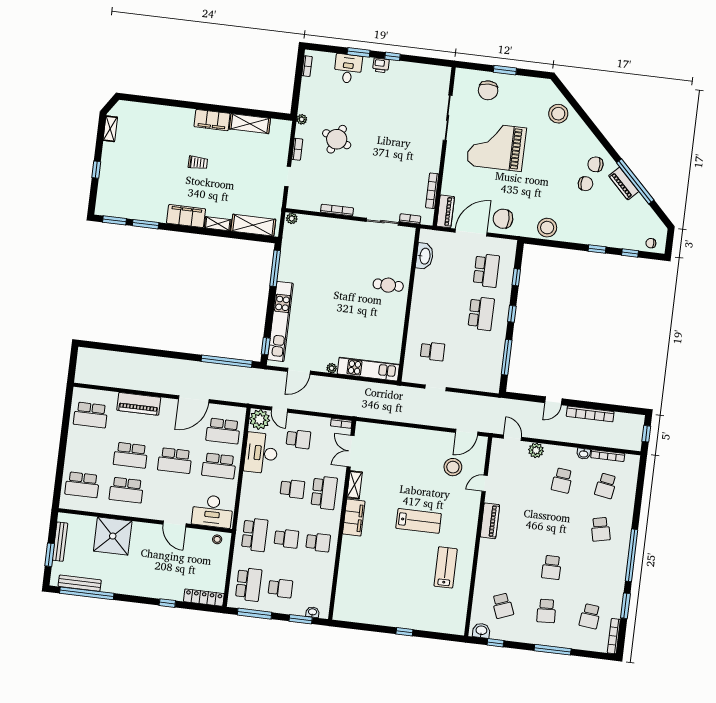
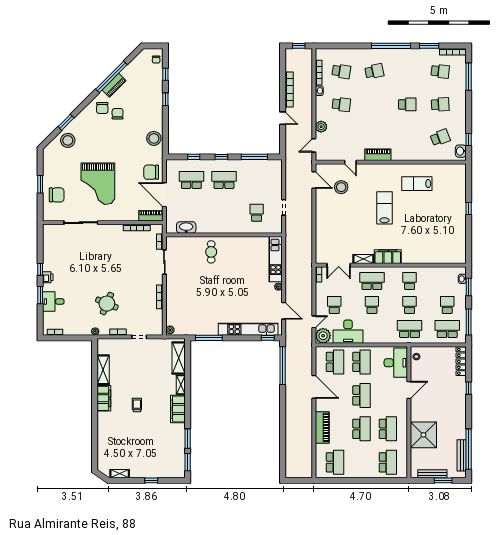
window: (582, 114) -> (66, 122), added
chair: (503, 219) -> (151, 172), turned 90
window: (553, 650) -> (469, 77), moved

